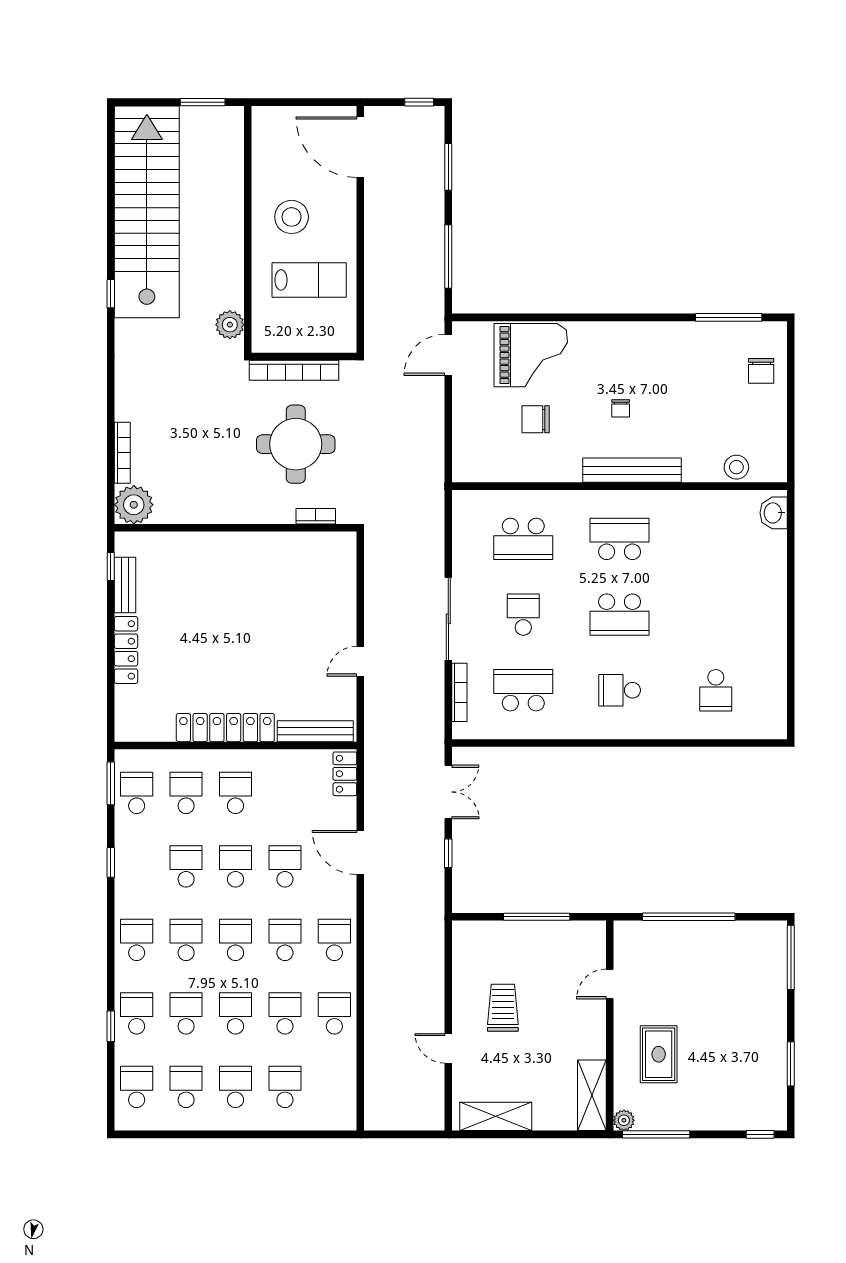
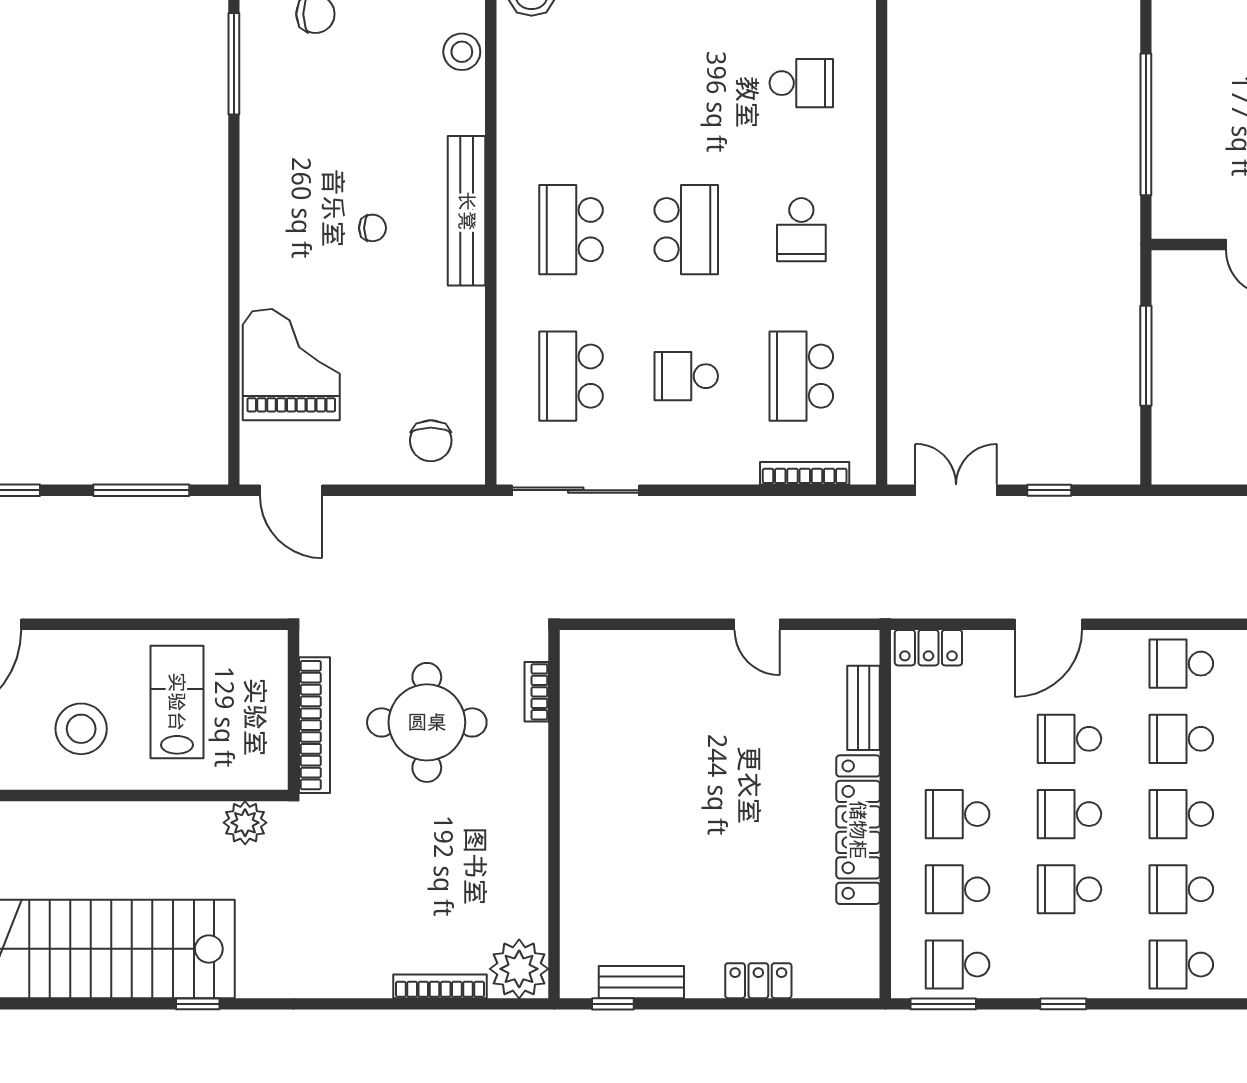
chair: (536, 419) -> (431, 441), moved
school desk: (523, 539) -> (571, 376), turned 180
sliding door: (448, 619) -> (576, 490), moved
locker: (126, 650) -> (758, 981), width x0.66
bench: (315, 731) -> (864, 708), width x0.73

